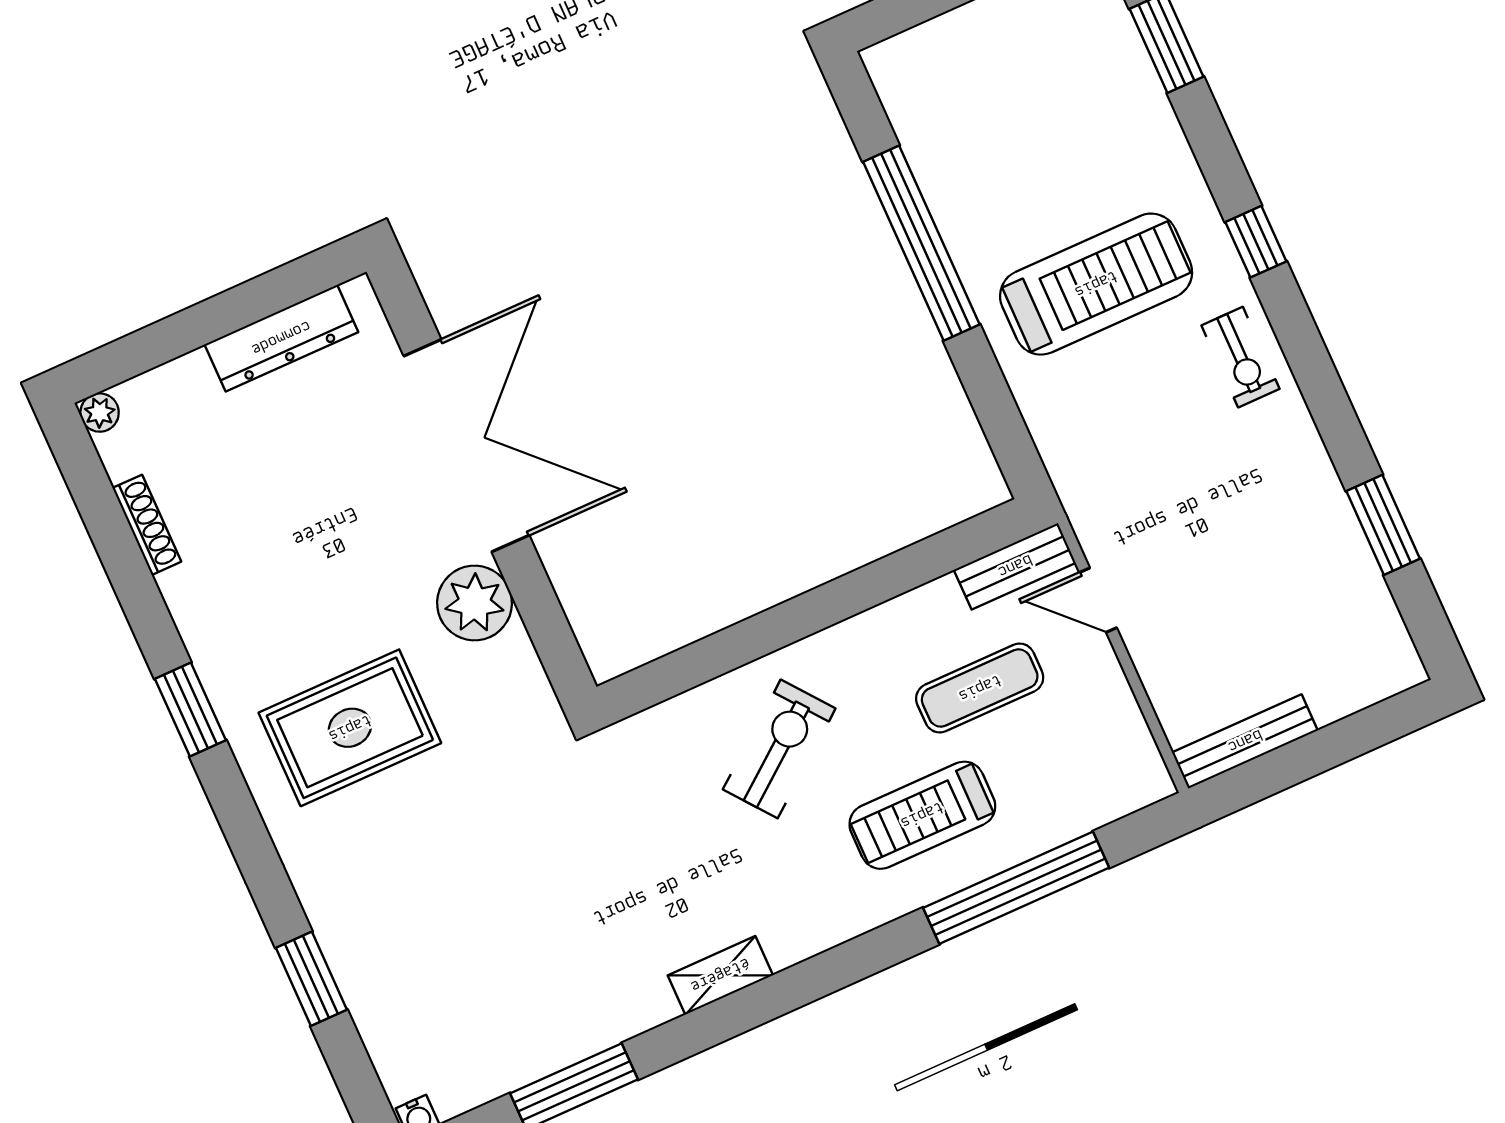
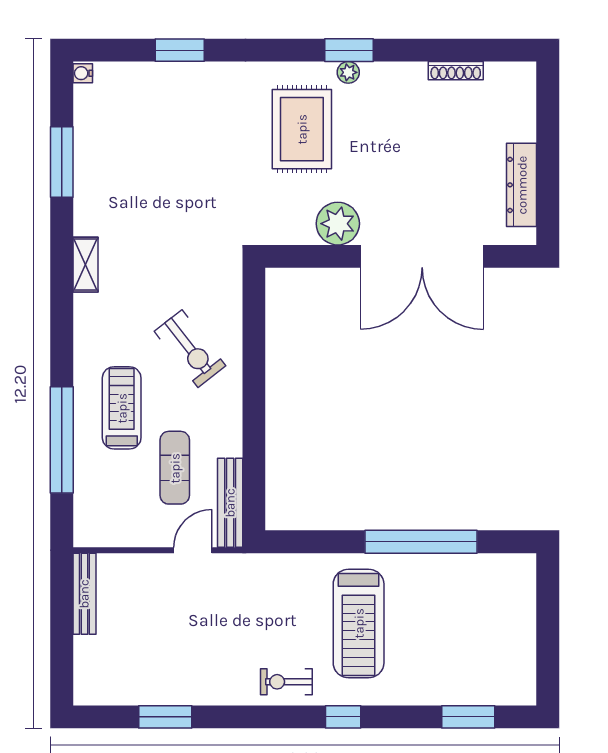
plant: (100, 413) -> (348, 72), moved
bench: (1015, 566) -> (230, 503), width x1.36

